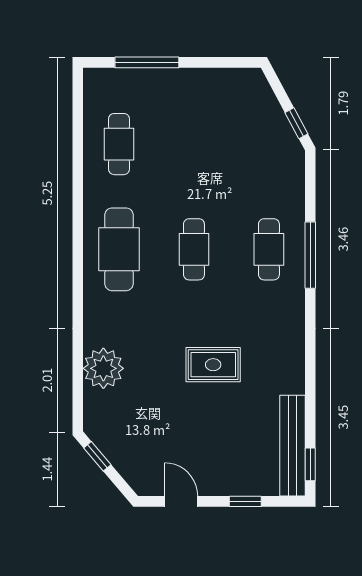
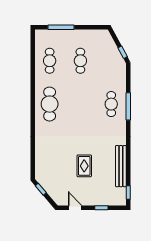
cafe table: (194, 249) -> (80, 61), moved
rug: (213, 365) -> (84, 166), moved, turned 90
plant: (103, 368) -> (43, 153), removed
bench: (292, 446) -> (121, 166), moved

